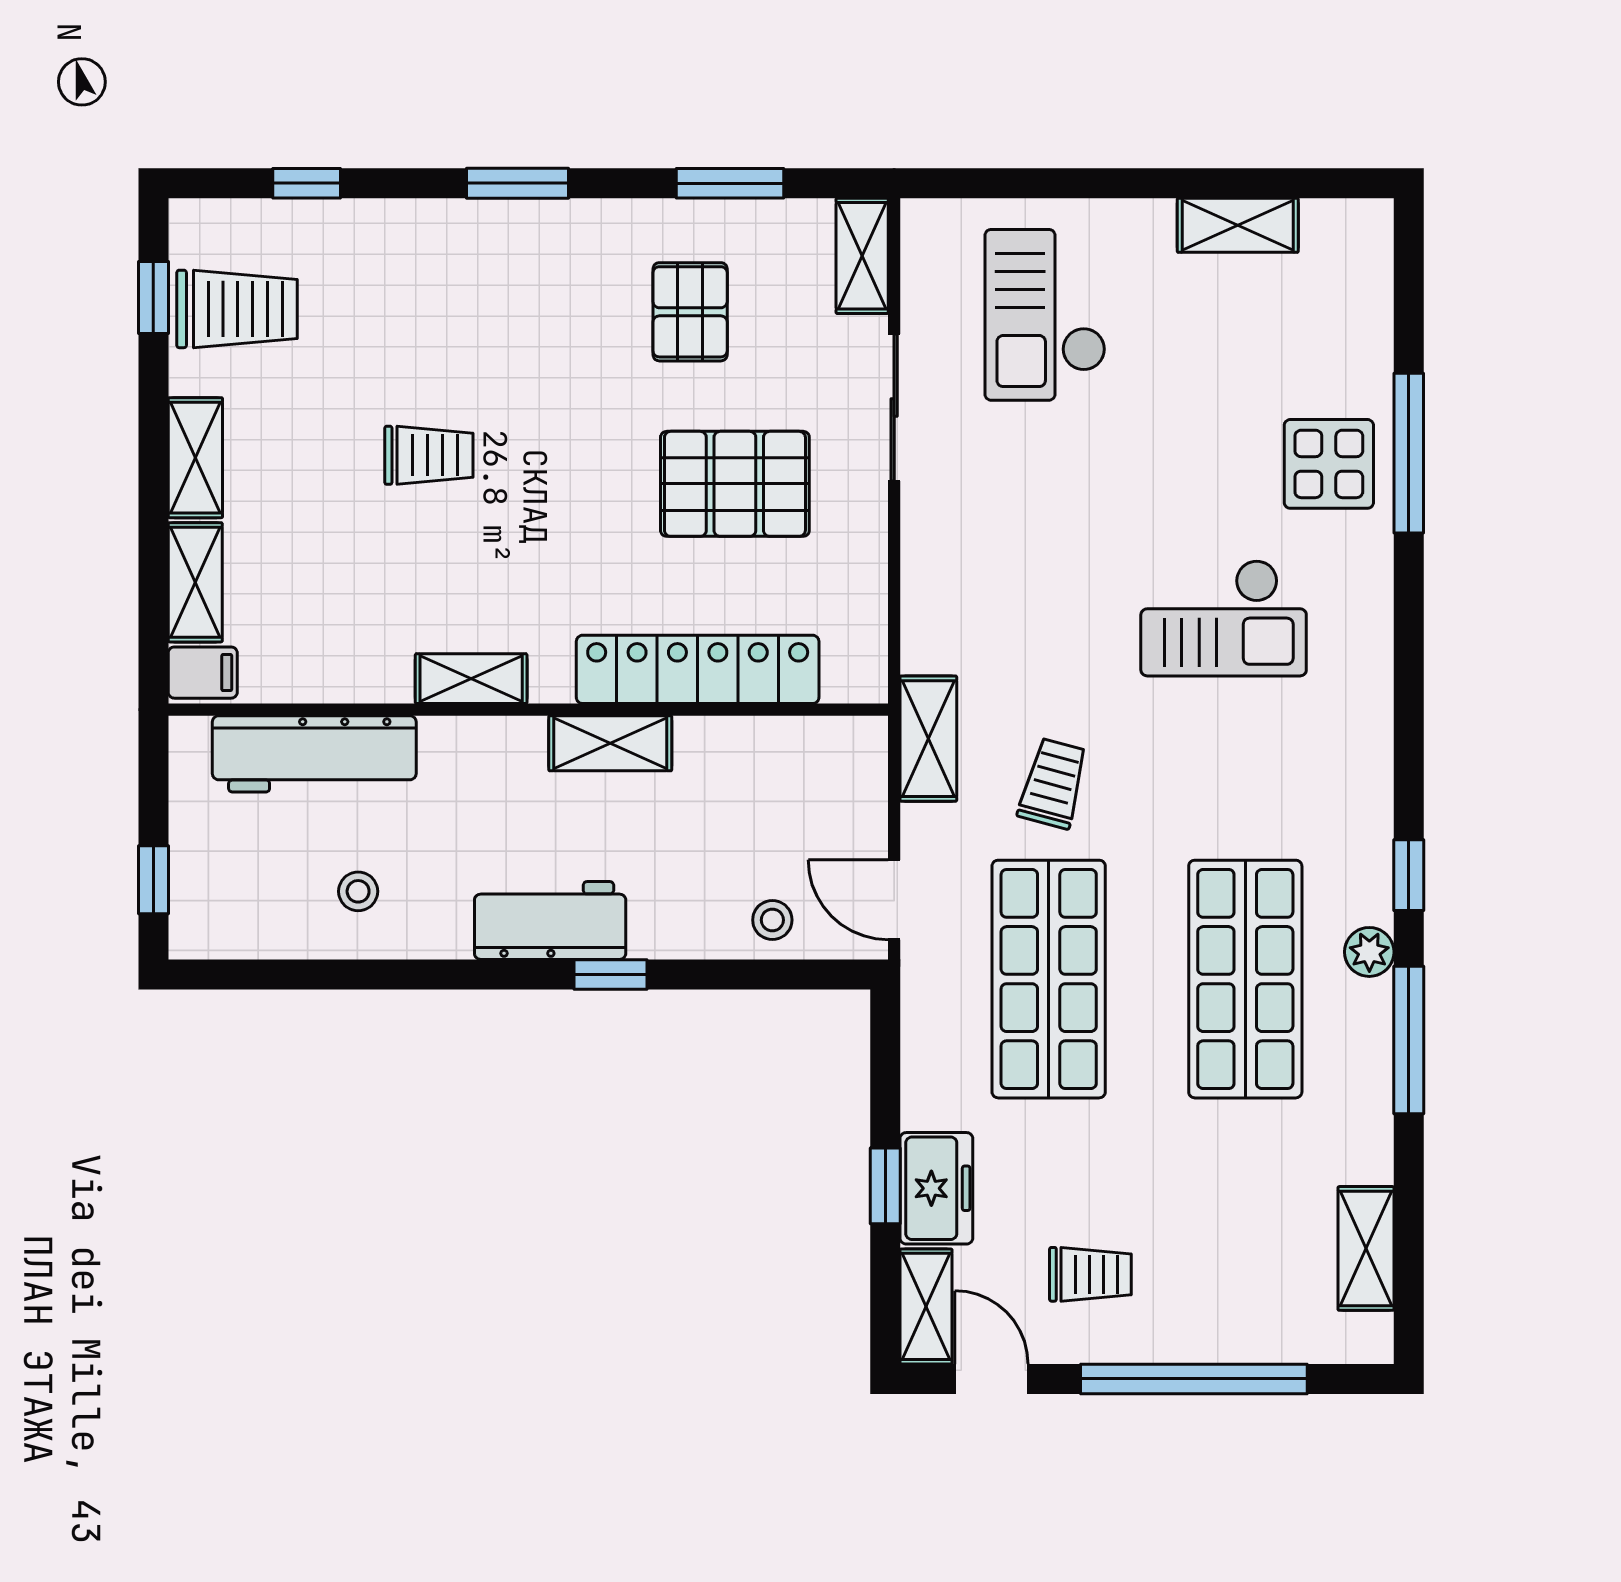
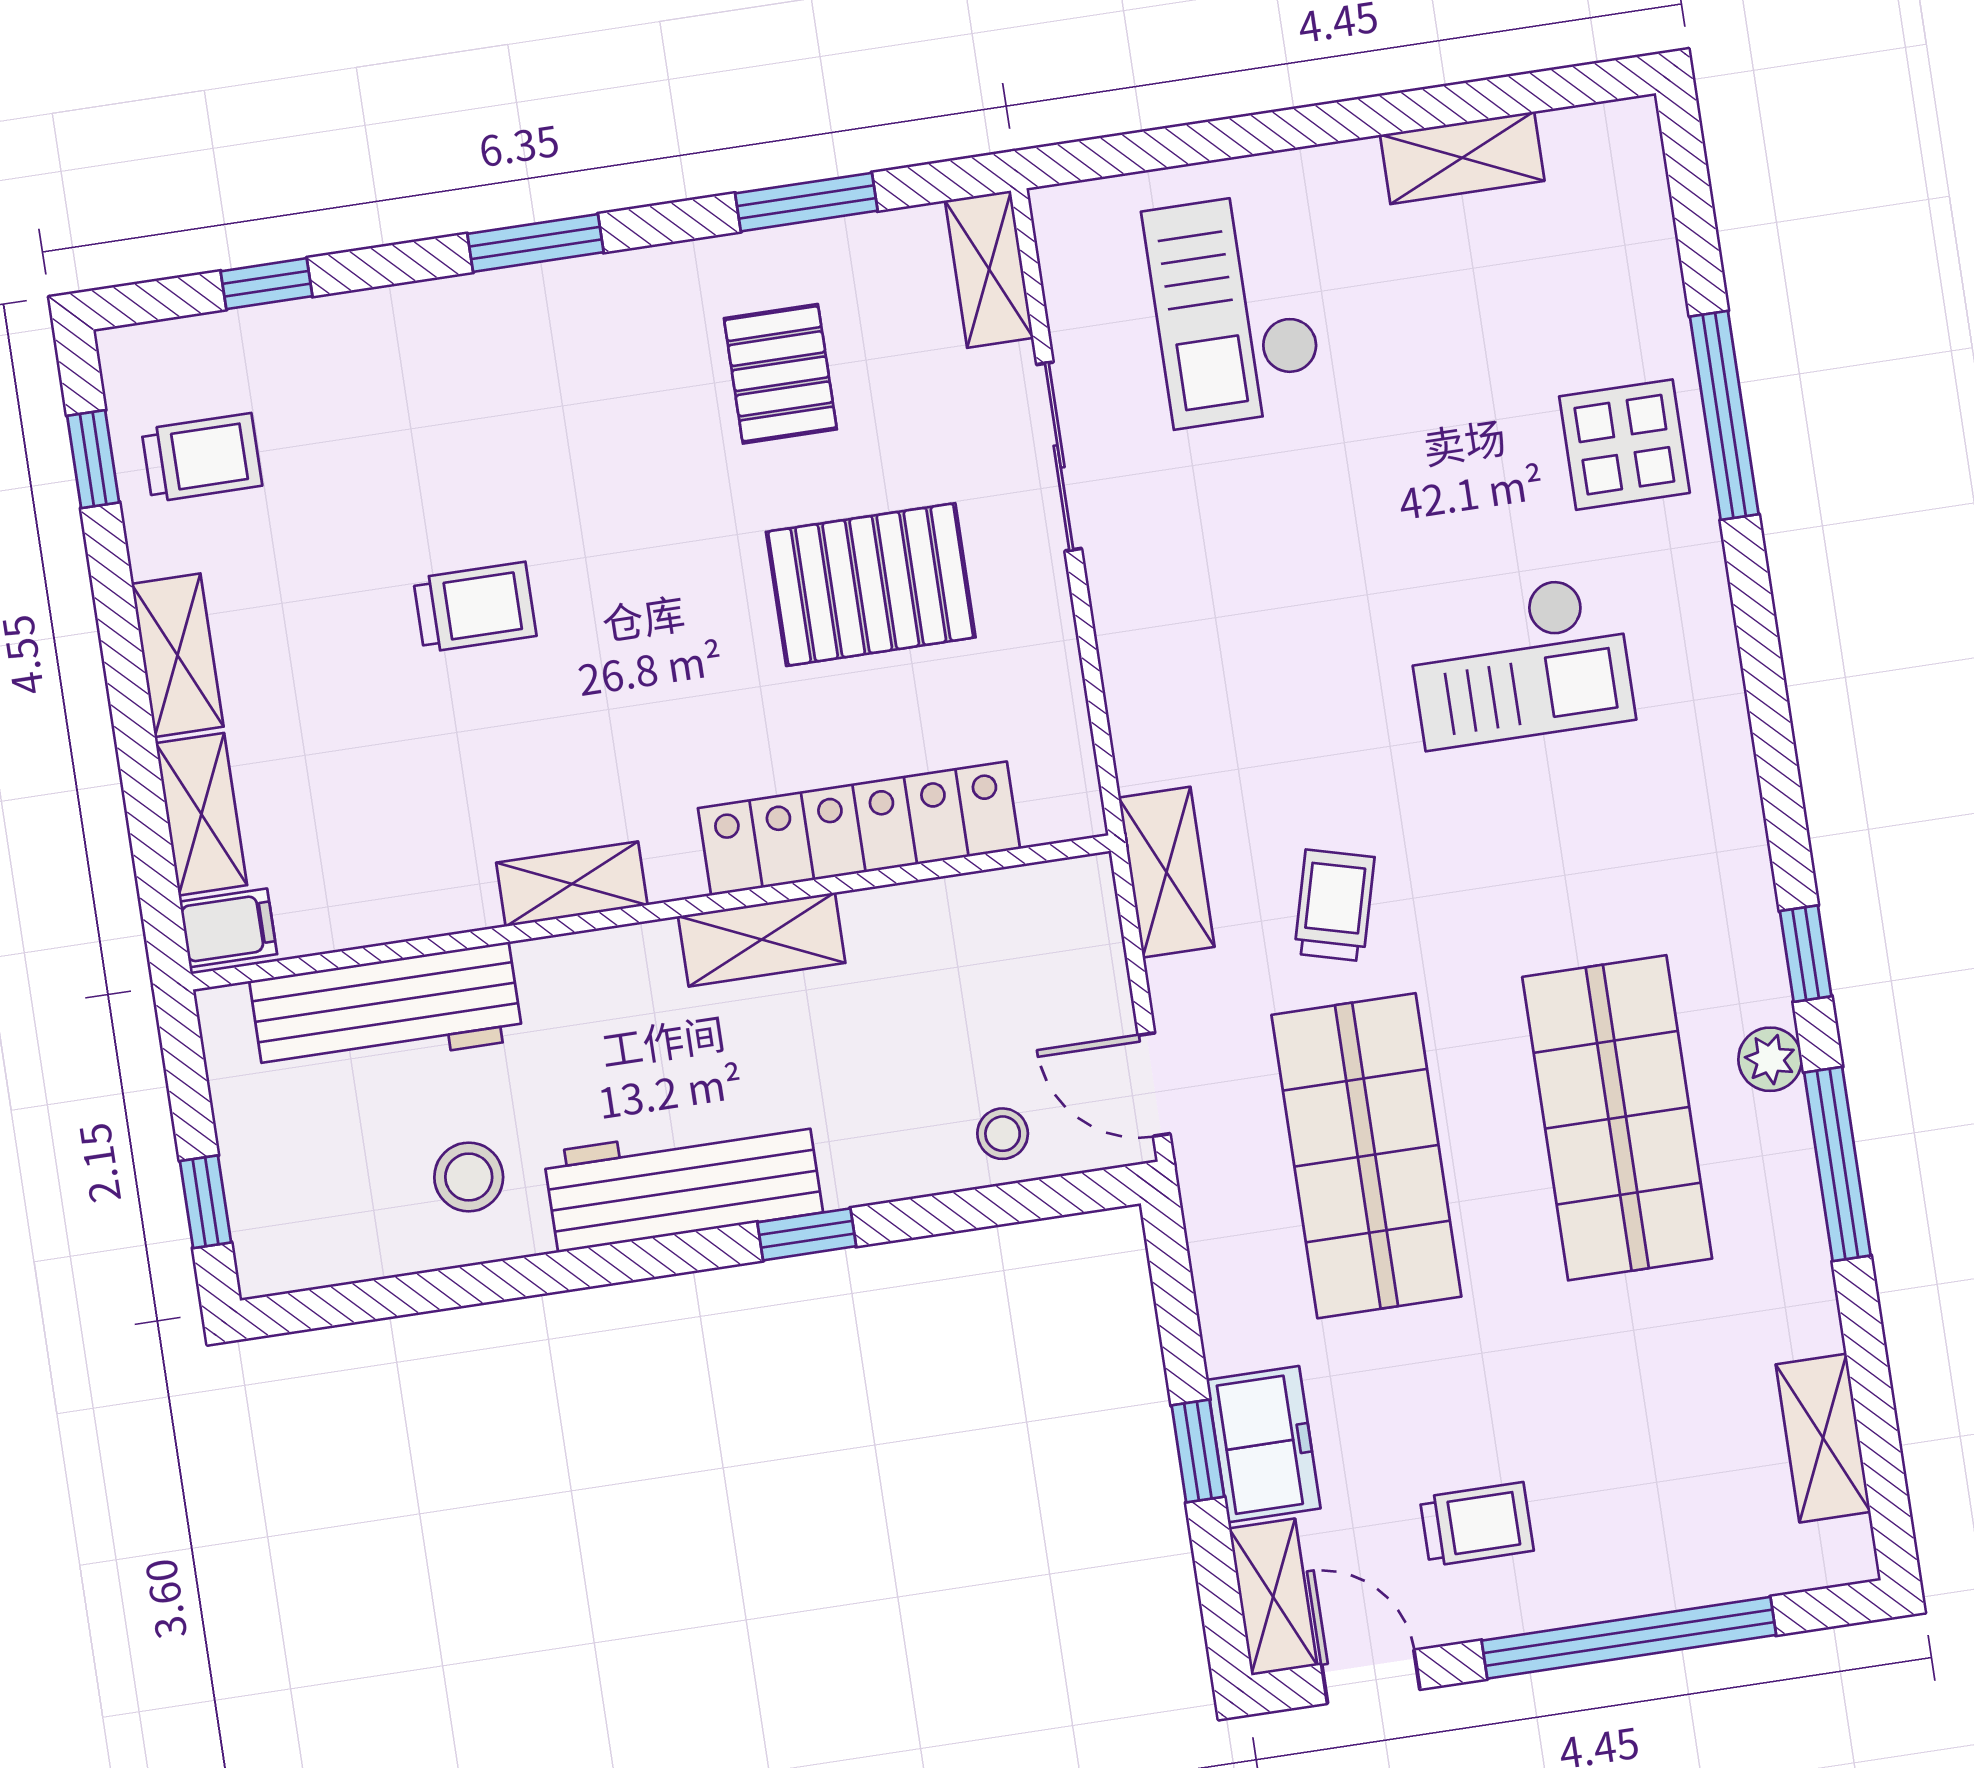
trolley: (237, 309) -> (202, 458), width x0.73, depth x0.72
stool: (358, 891) -> (469, 1177), width x1.37, depth x1.37
workbench: (550, 920) -> (683, 1183), width x1.38

